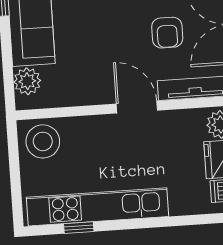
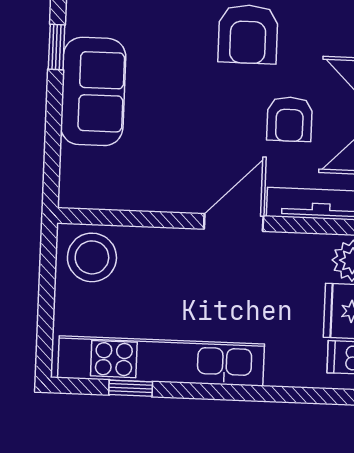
plant: (27, 81) -> (79, 168), removed
door: (137, 107) -> (234, 222), hinge flipped

